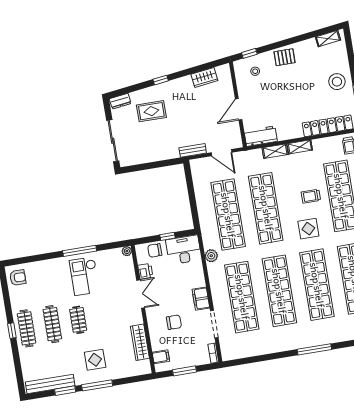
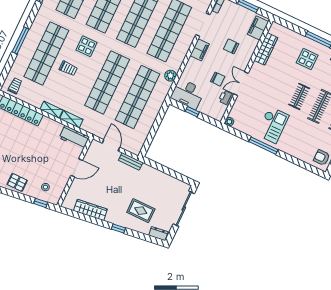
wardrobe: (204, 77) -> (90, 210), width x1.50
chair: (155, 250) -> (218, 79), moved
filing cabinet: (161, 357) -> (258, 28), width x2.00

